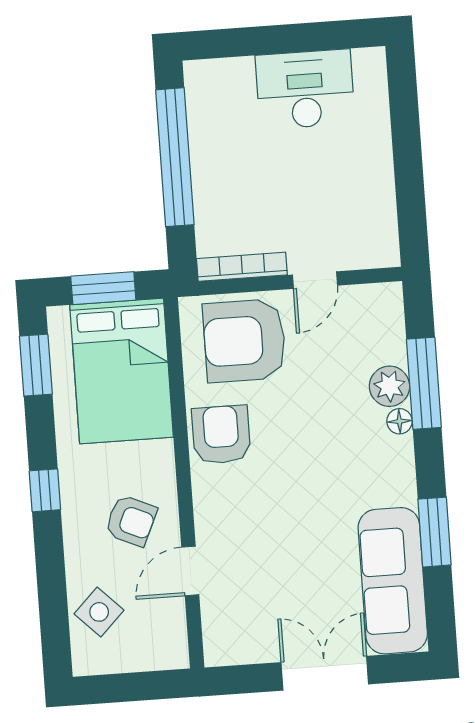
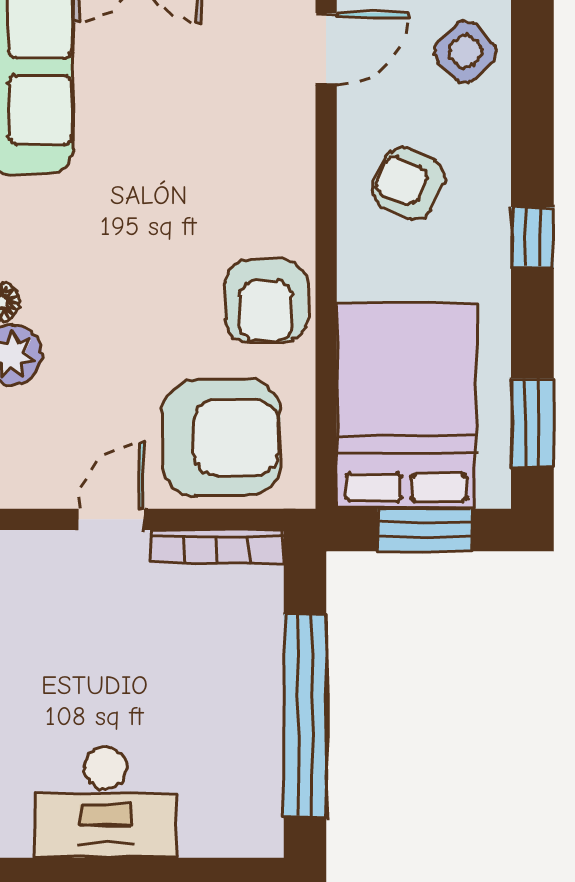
door: (190, 571) -> (326, 49), moved

